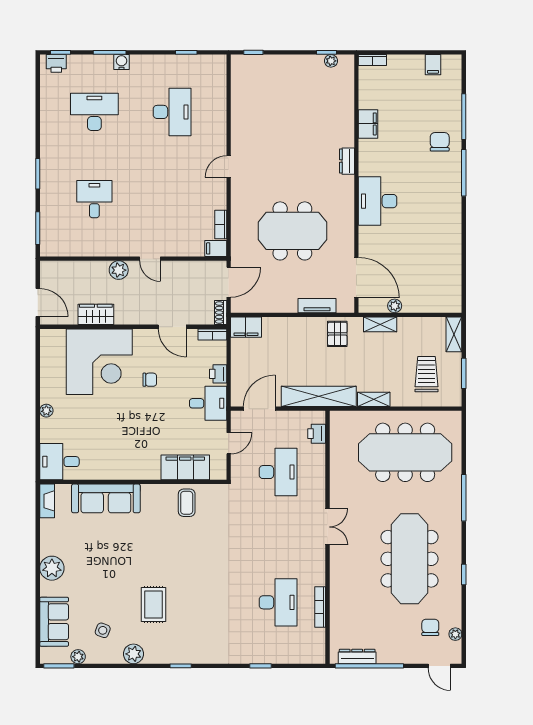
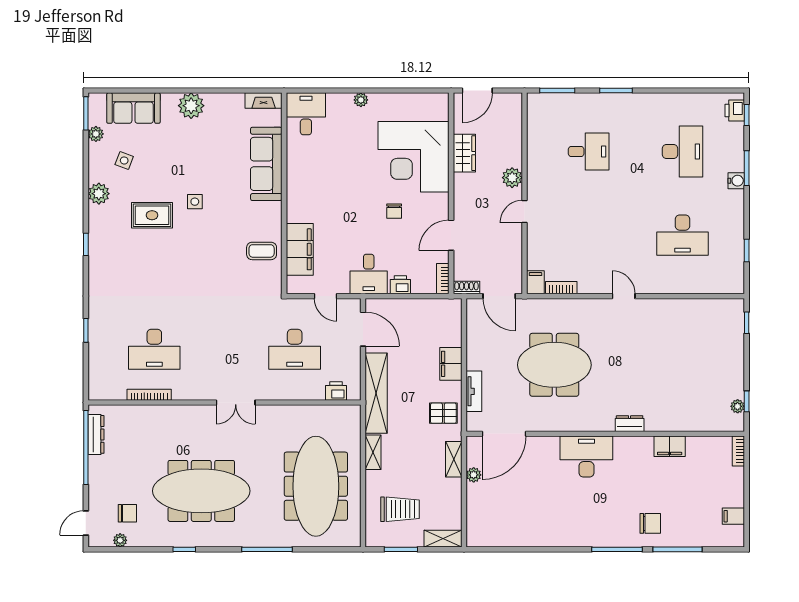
meeting table: (292, 231) -> (554, 365), turned 90
filing cabinet: (246, 327) -> (451, 364), moved
side table: (141, 565) -> (195, 202), added

